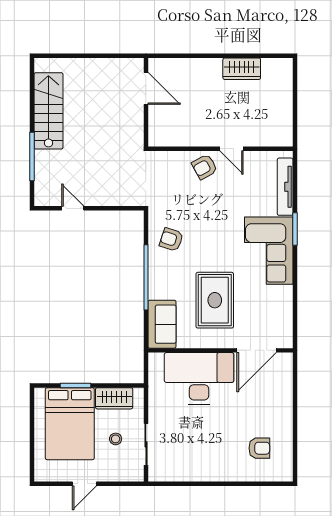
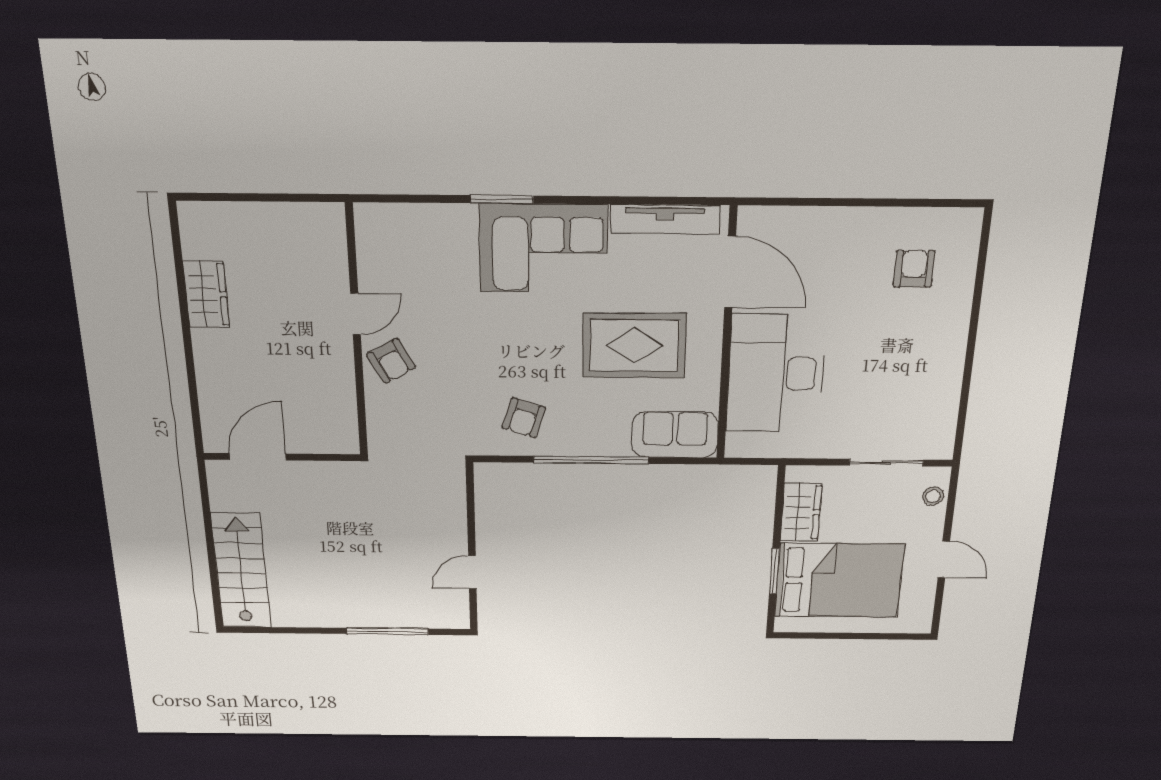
stairs: (48, 111) -> (241, 571), moved, turned 90
tv unit: (285, 187) -> (665, 219), moved
stool: (116, 439) -> (933, 496), moved

